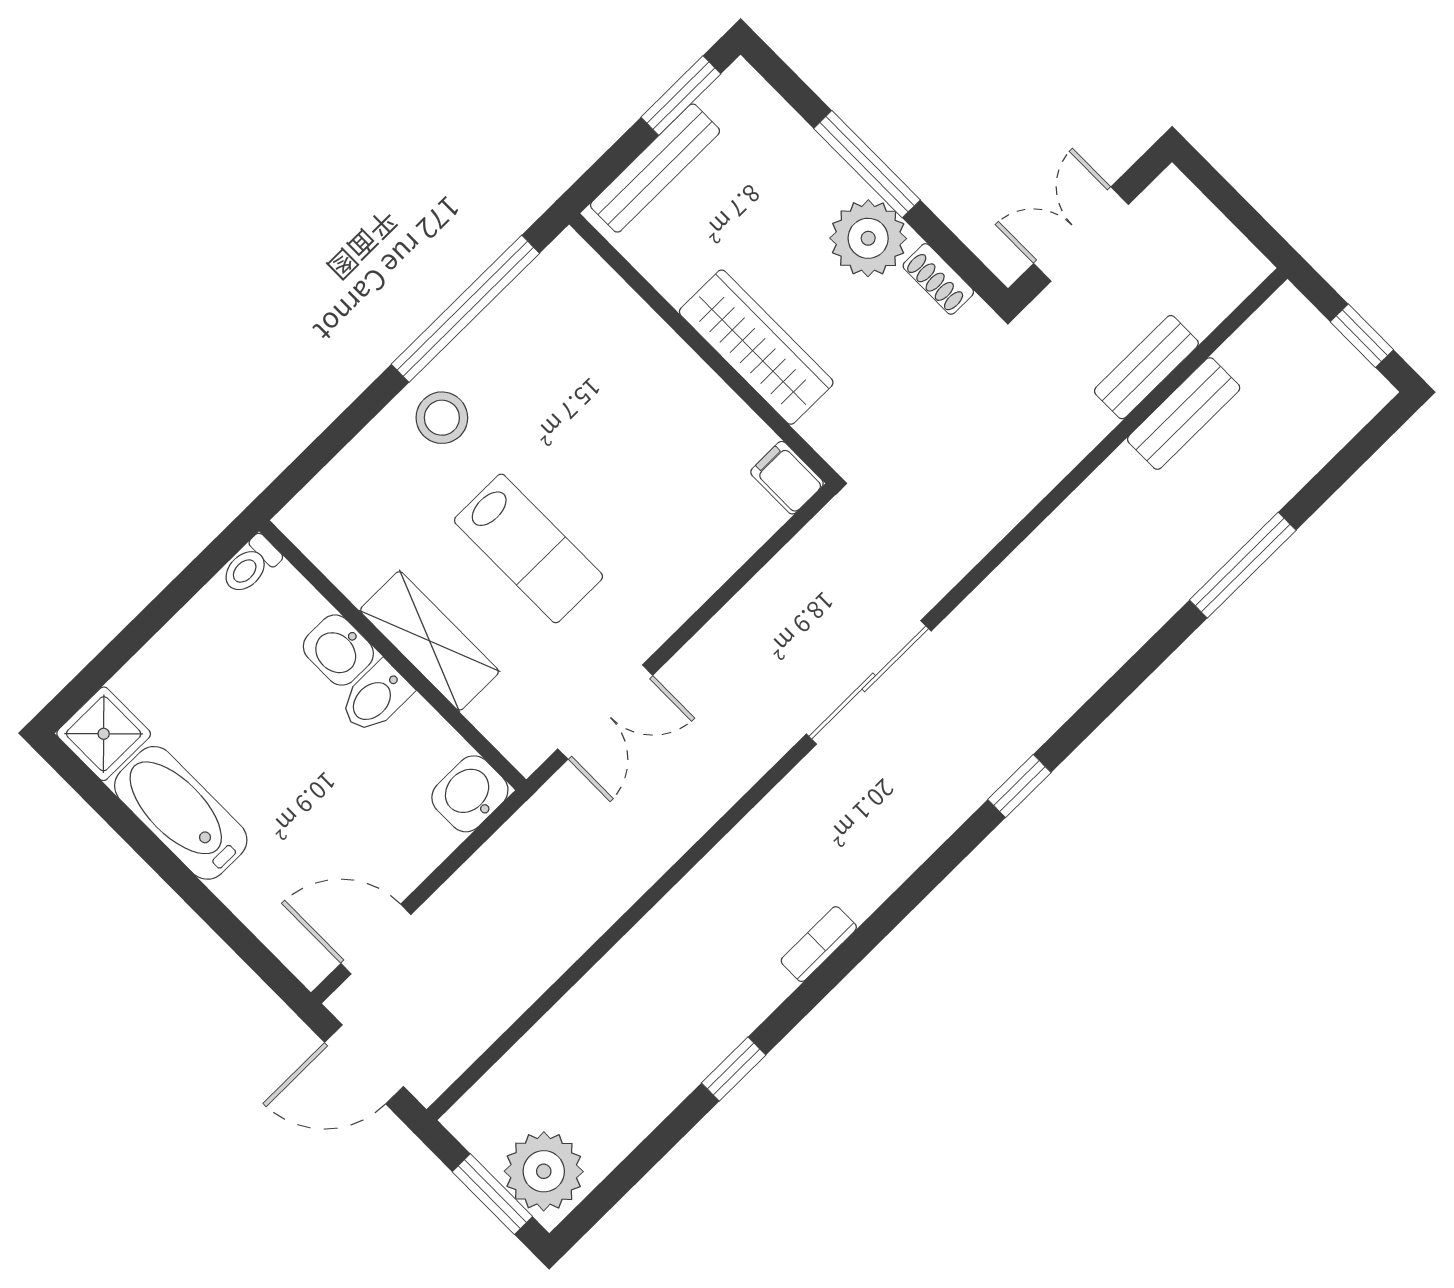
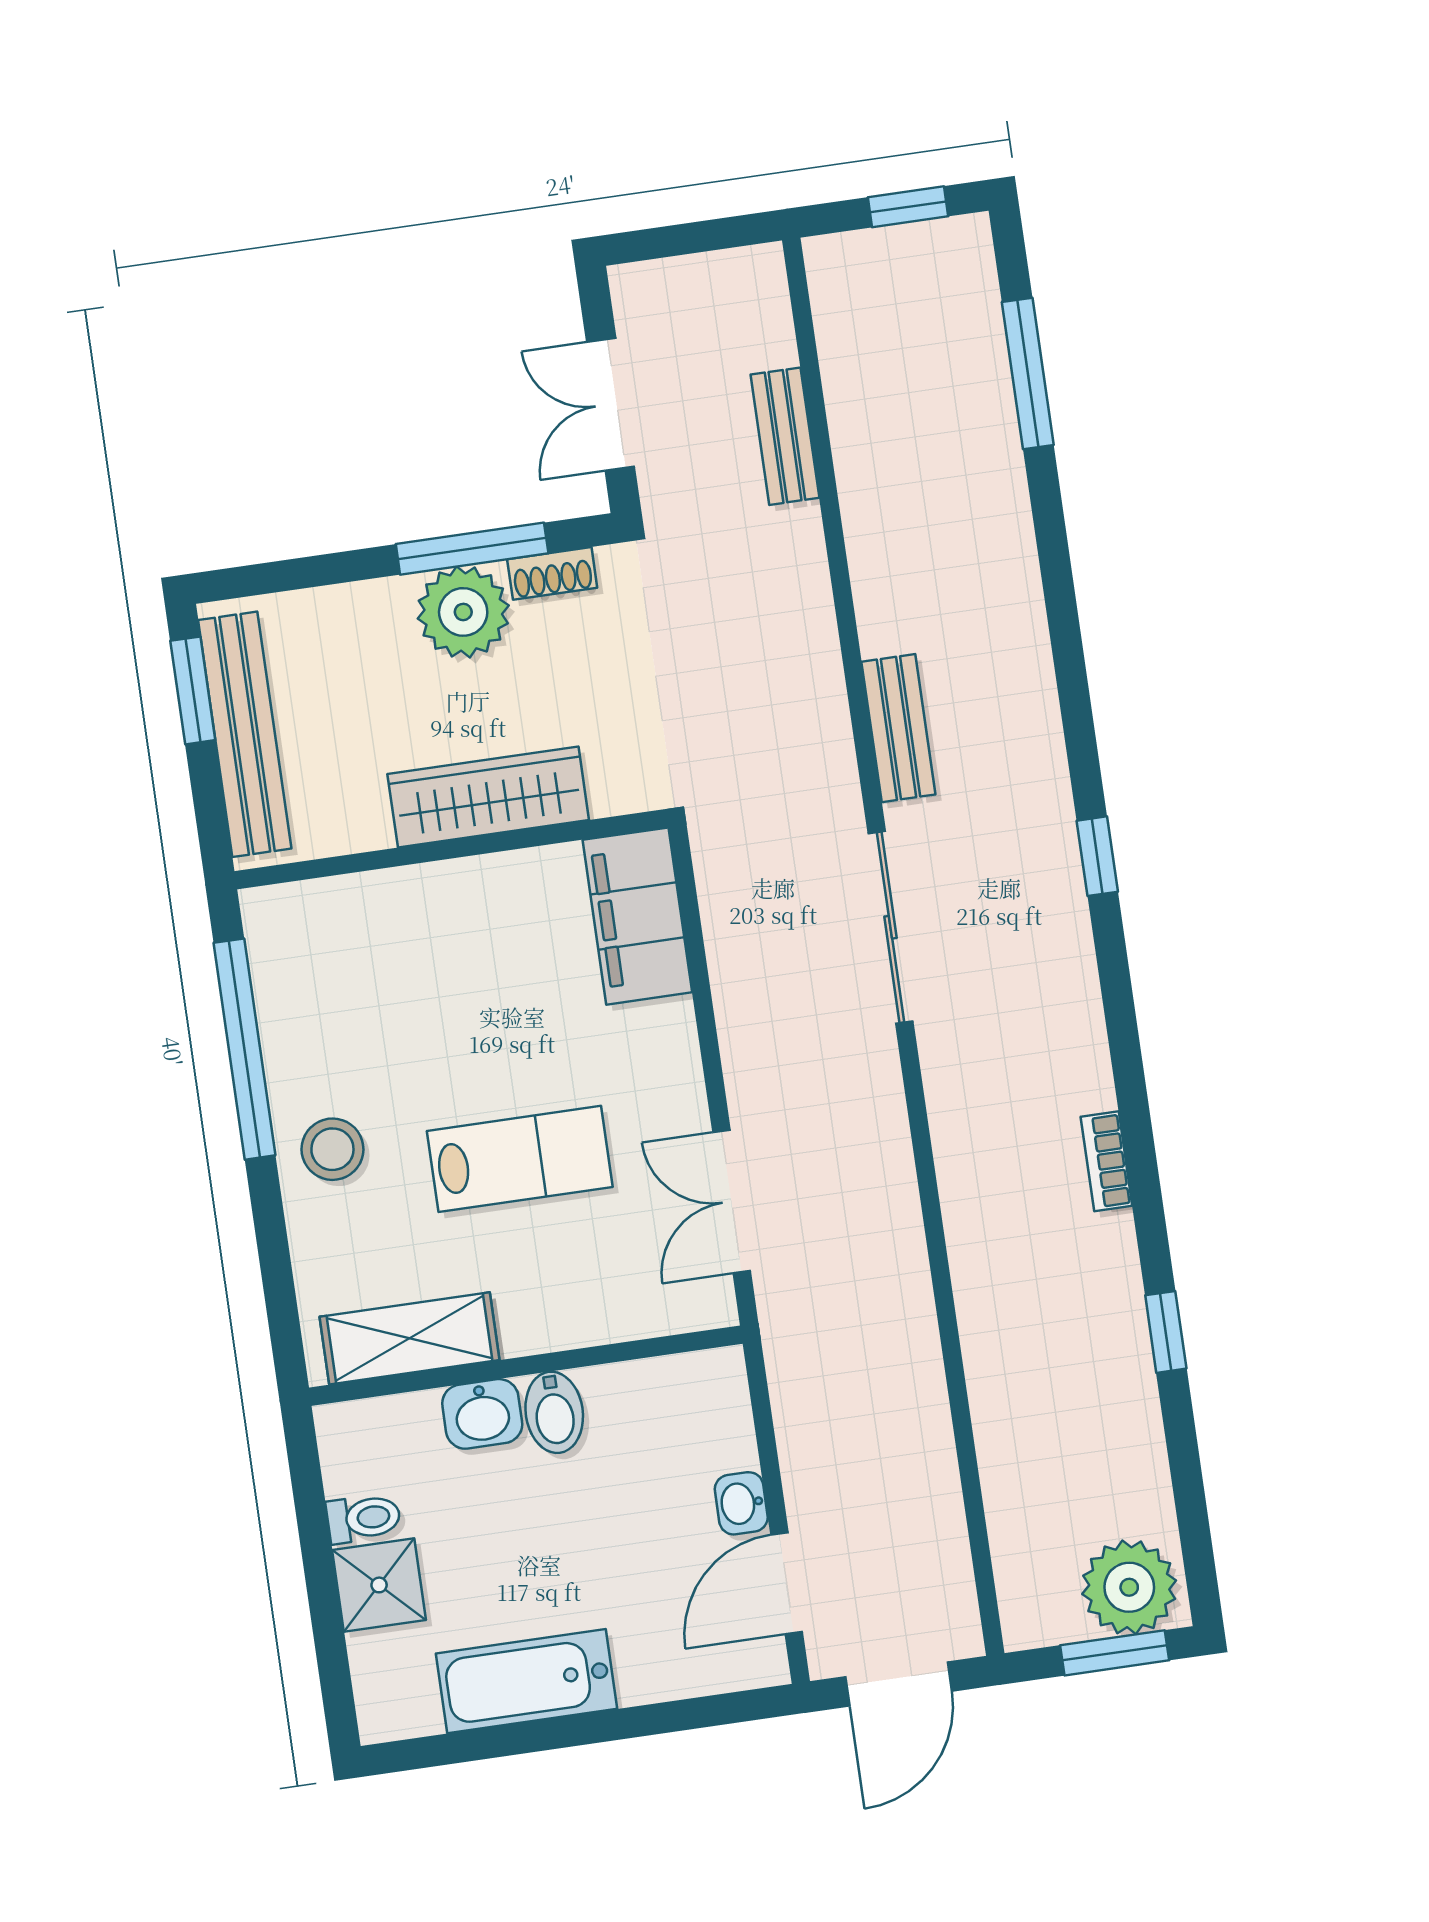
window: (867, 164) -> (472, 549), moved
bench: (655, 168) -> (245, 734), width x1.37, depth x1.21
bench: (1184, 414) -> (898, 728), moved
filing cabinet: (787, 478) -> (637, 916), width x3.00, depth x1.17
toilet: (251, 565) -> (364, 1518), moved, turned -90
window: (1243, 565) -> (1028, 374), moved
shelving: (429, 641) -> (410, 1338), moved
double door: (605, 712) -> (732, 1202), swing flipped
shower: (104, 734) -> (379, 1585), moved
washbasin: (470, 794) -> (741, 1503), moved, width x0.72, depth x0.69

